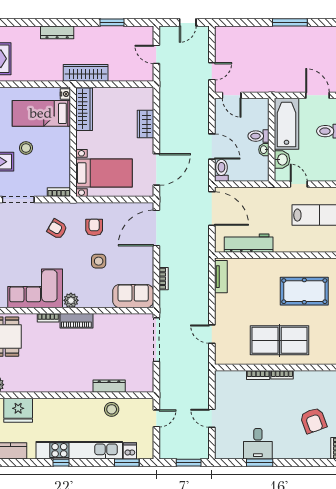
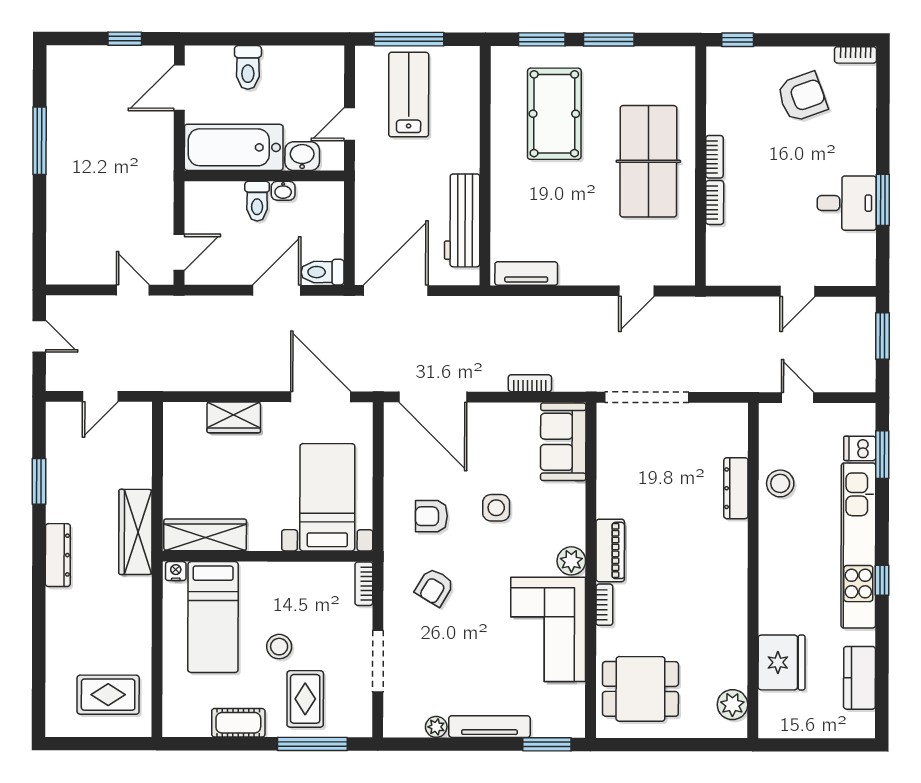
dresser: (57, 32) -> (58, 555), moved

